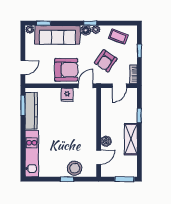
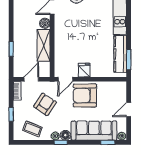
door: (23, 68) -> (129, 110), moved
shelving: (131, 139) -> (44, 45), moved

